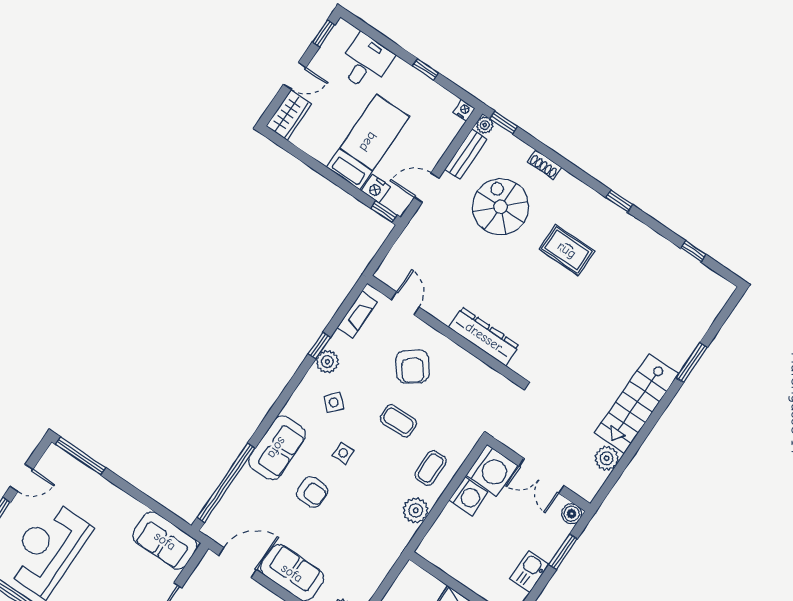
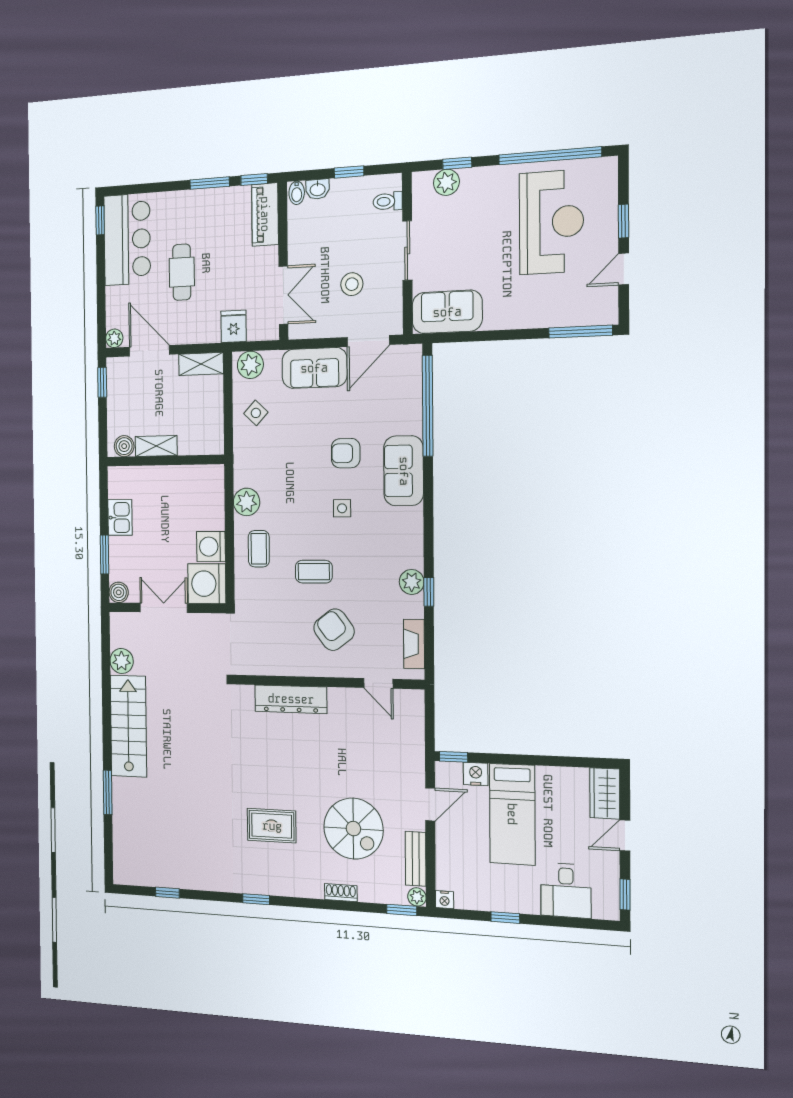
side table: (334, 402) -> (256, 413), moved

